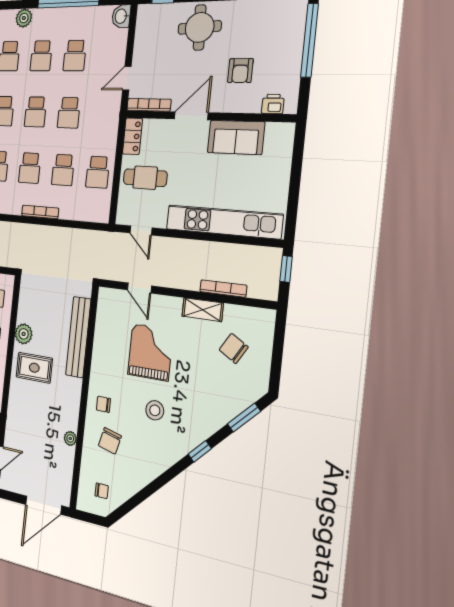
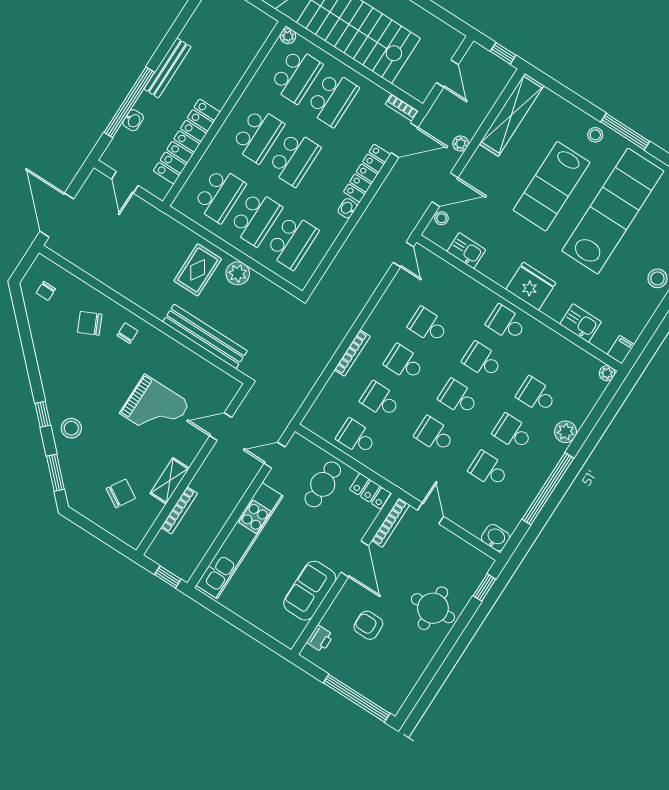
stool: (155, 410) -> (71, 428), moved
plant: (70, 438) -> (110, 279), removed
chair: (110, 441) -> (90, 323), turned -39

